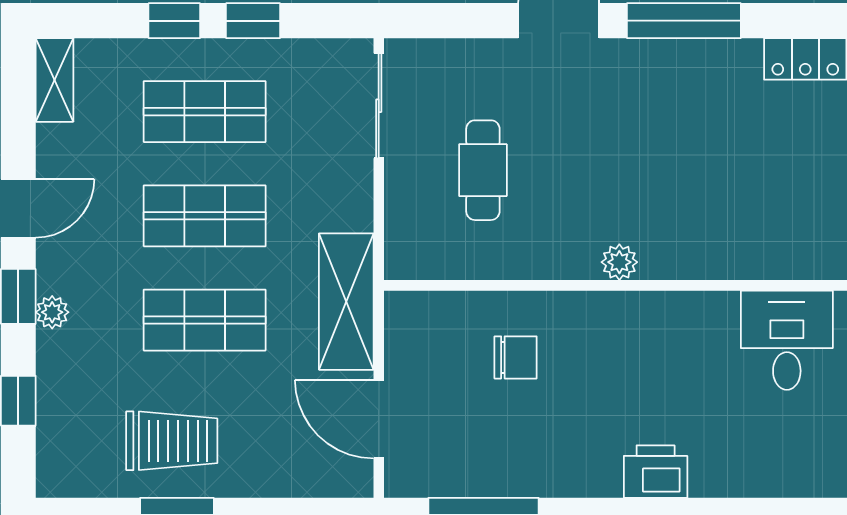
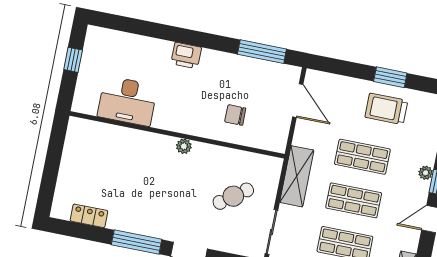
cafe table: (483, 170) -> (233, 196), turned 54
shelving: (346, 302) -> (297, 176), moved
desk: (787, 340) -> (127, 101), width x1.37

